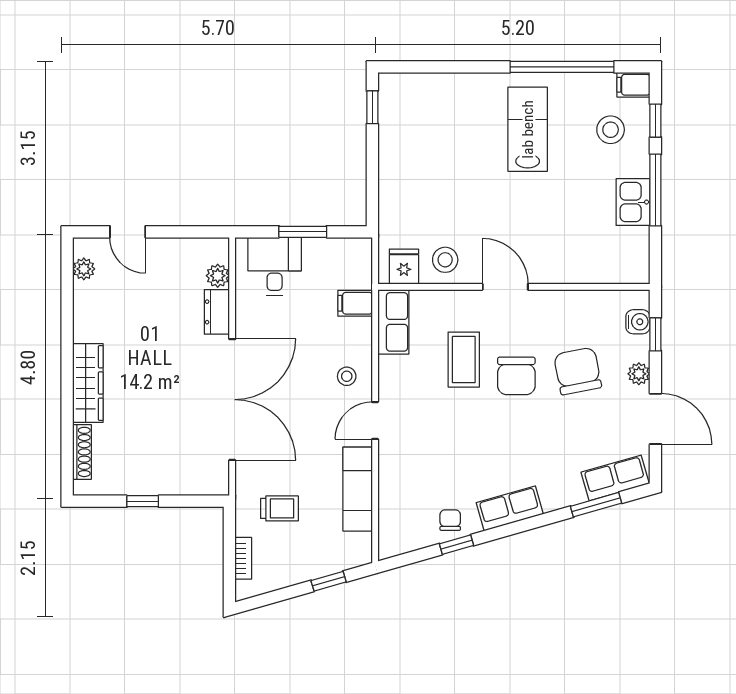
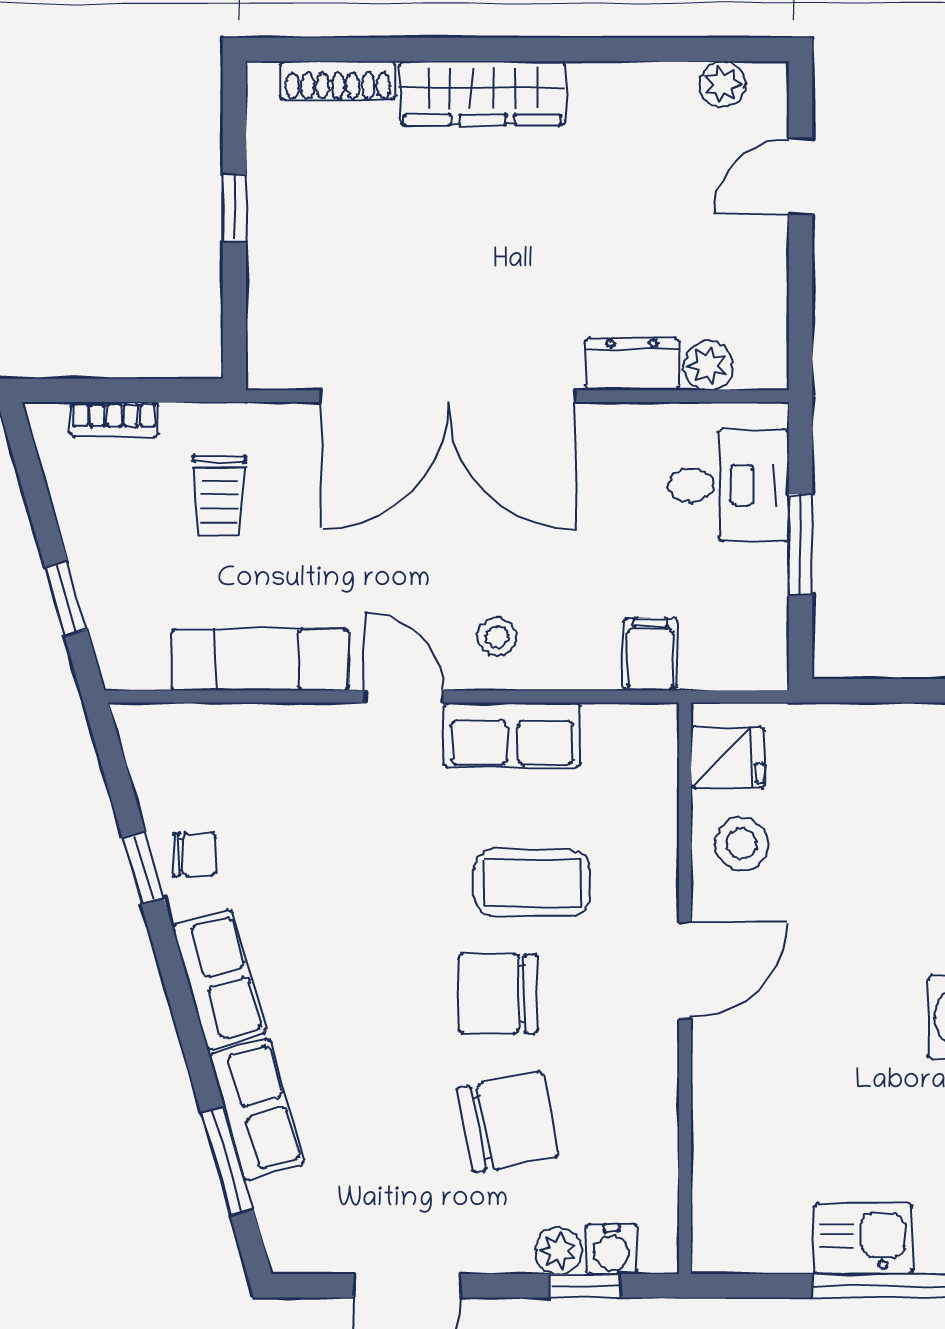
row of seats: (393, 322) -> (512, 735), moved
plant: (639, 374) -> (558, 1251), moved
row of seats: (615, 478) -> (257, 1109), moved

